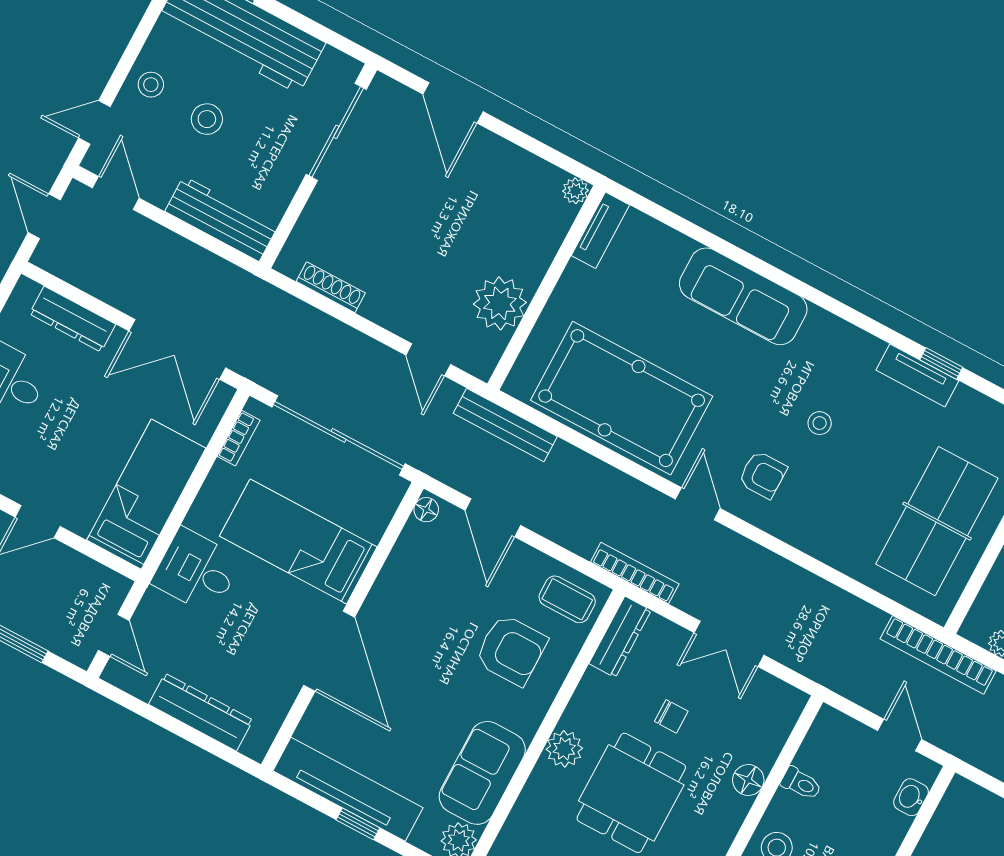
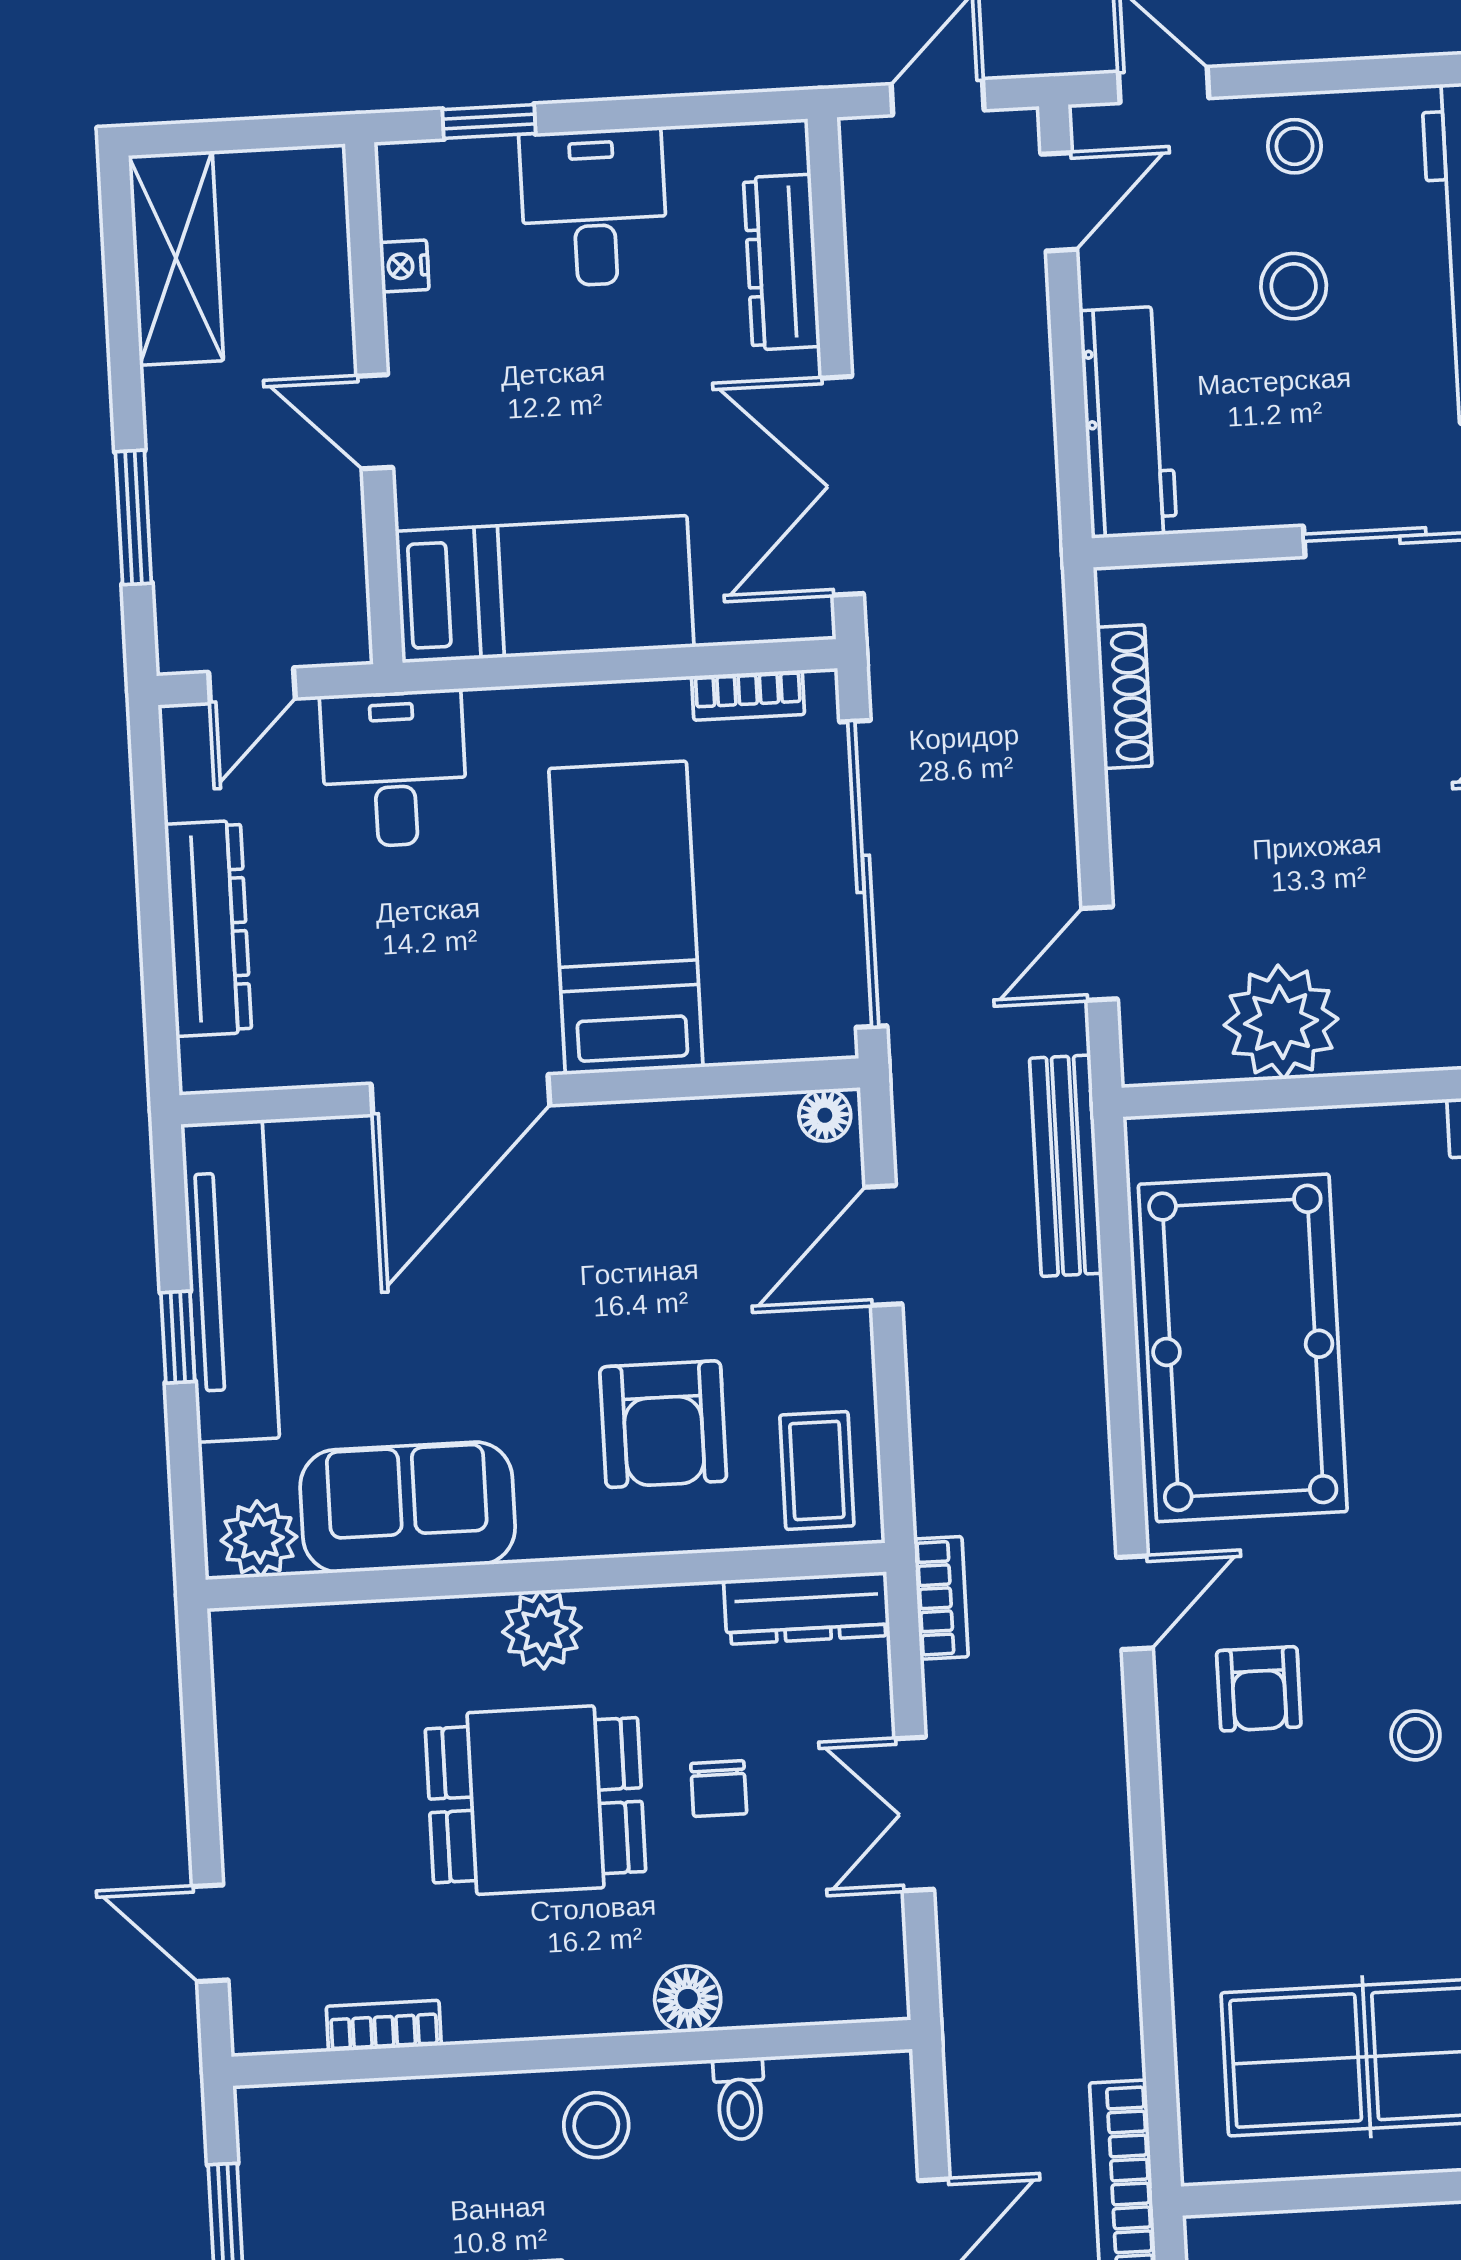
desk: (196, 571) -> (394, 769), moved
bookcase: (635, 573) -> (941, 1598), width x0.64

